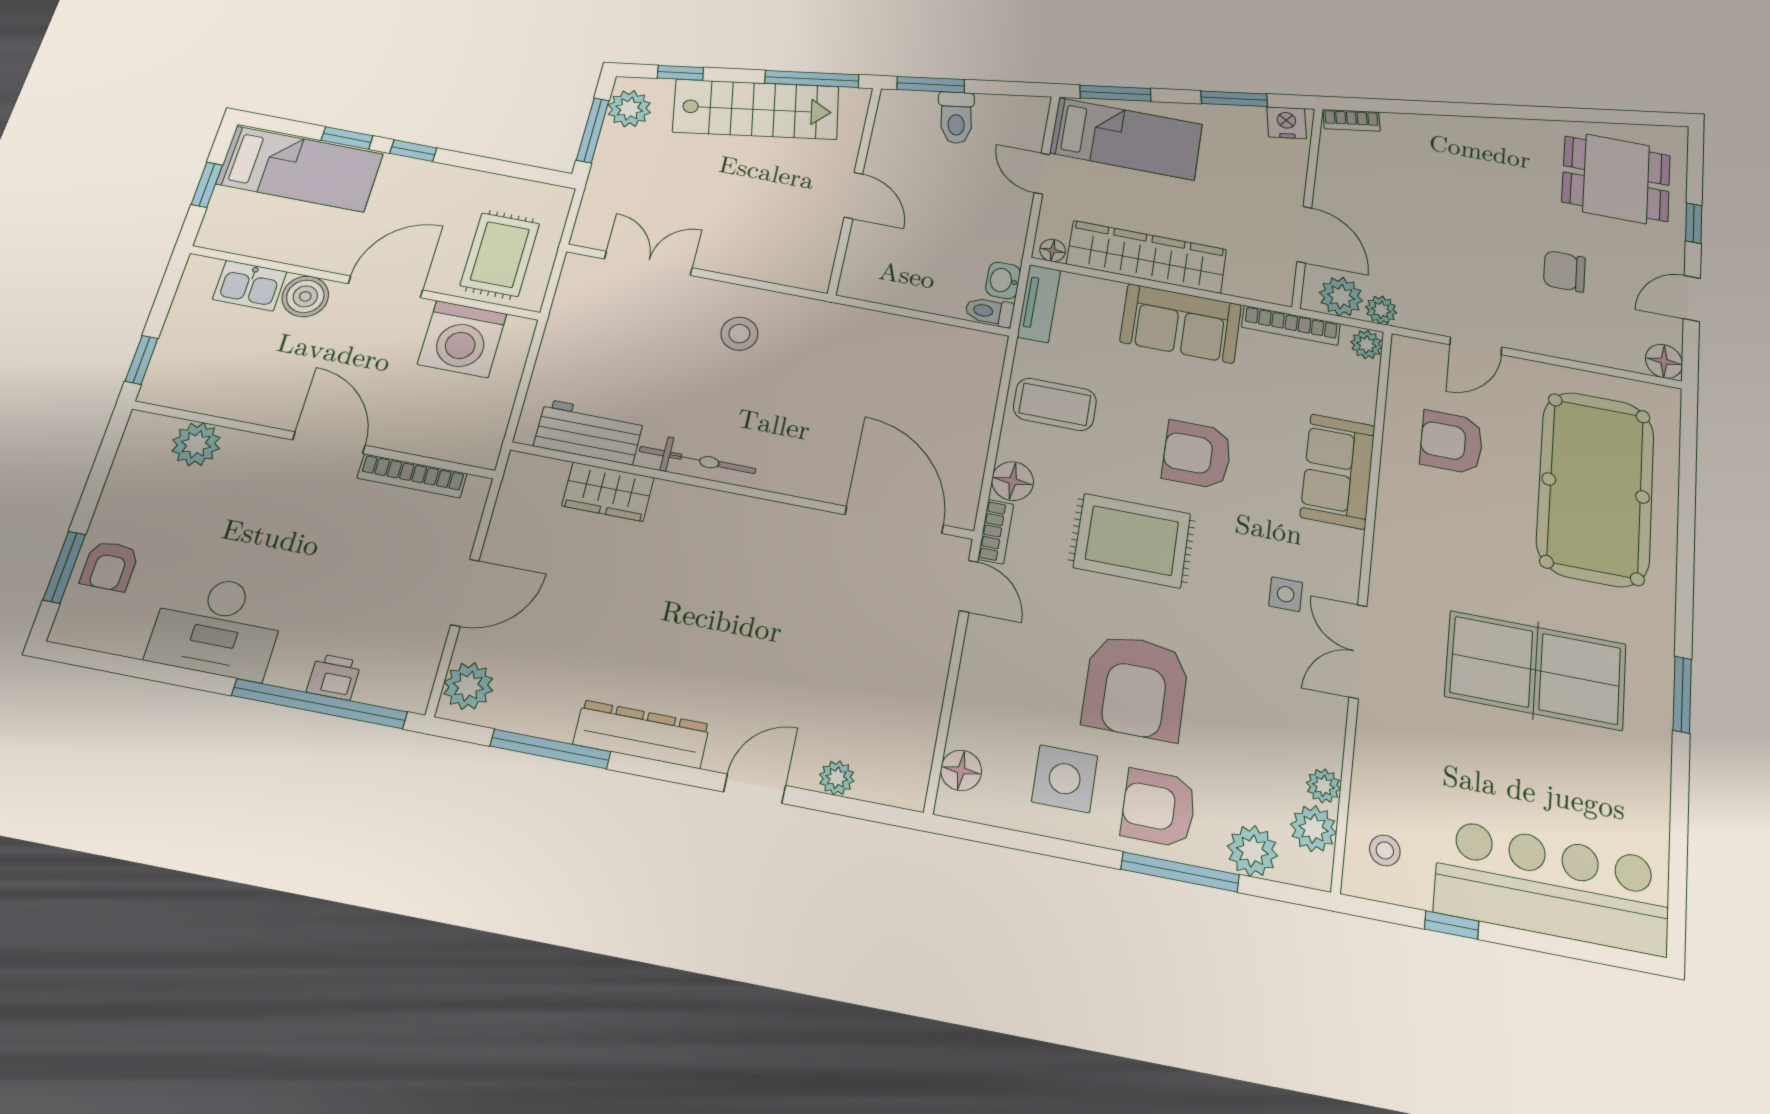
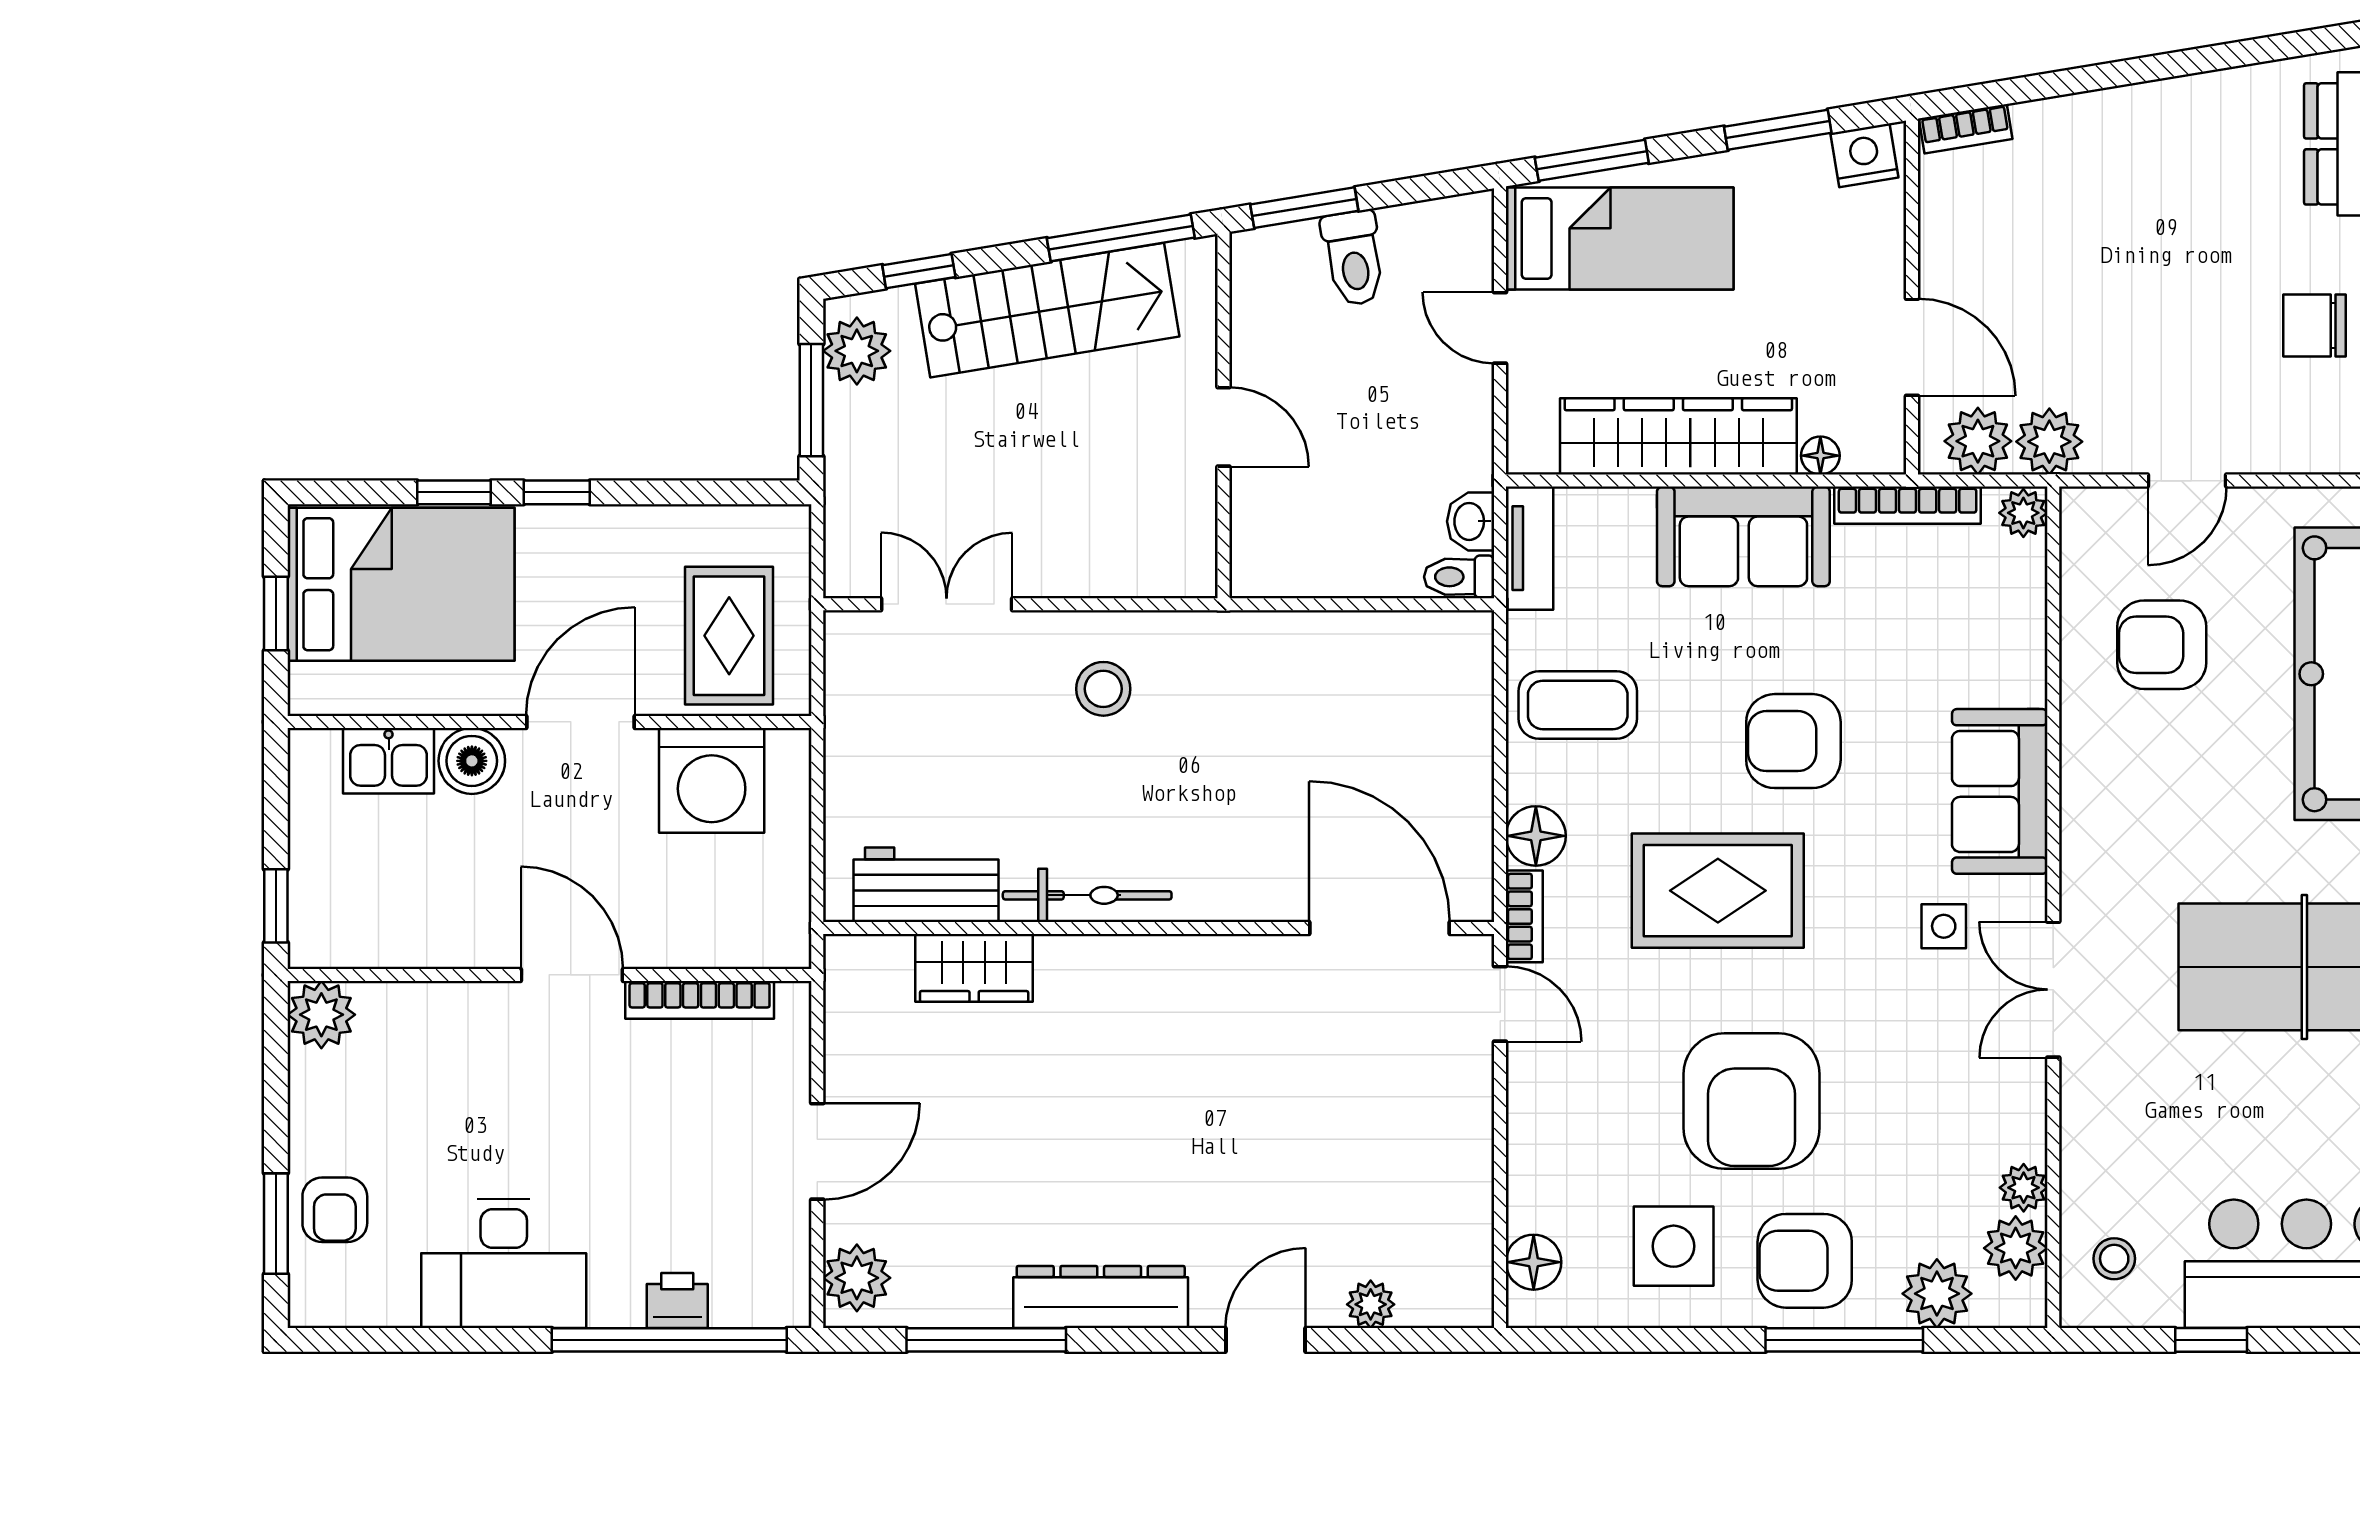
bed: (300, 169) -> (401, 584), width x1.50
floor lamp: (1053, 250) -> (1820, 456), moved
plant: (1381, 310) -> (2049, 442), width x1.38, depth x1.38
plant: (196, 444) -> (321, 1015), moved
sofa: (1338, 471) -> (2000, 791), moved

